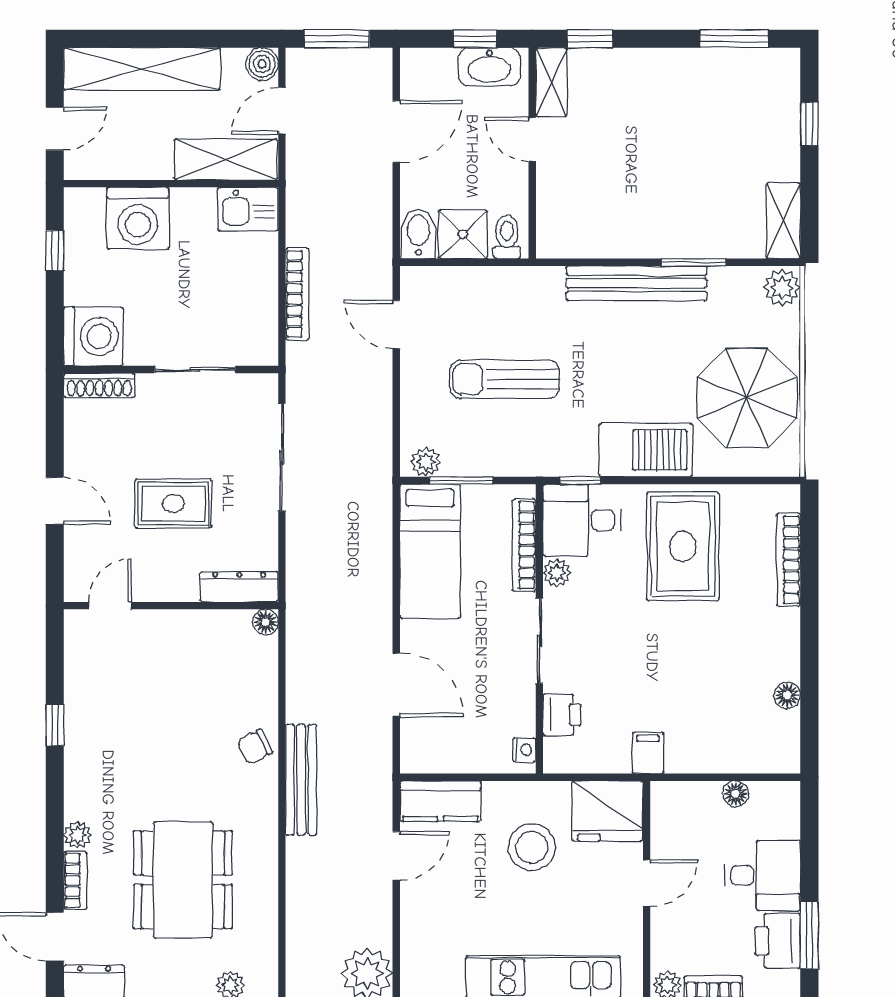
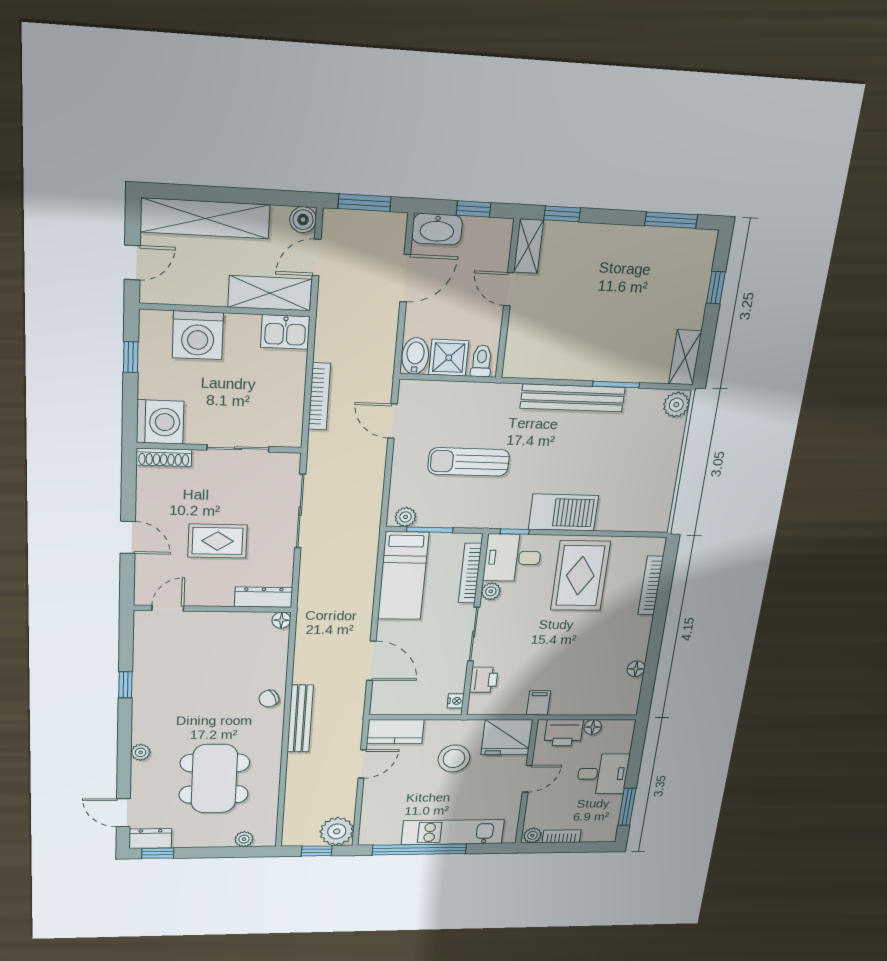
washbasin: (489, 67) -> (437, 229), moved
parasol: (747, 398) -> (639, 479), removed
bookcase: (75, 881) -> (138, 780), removed
printer: (778, 941) -> (564, 733), moved, turned -90

